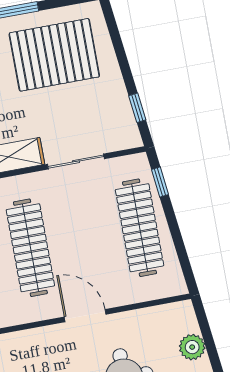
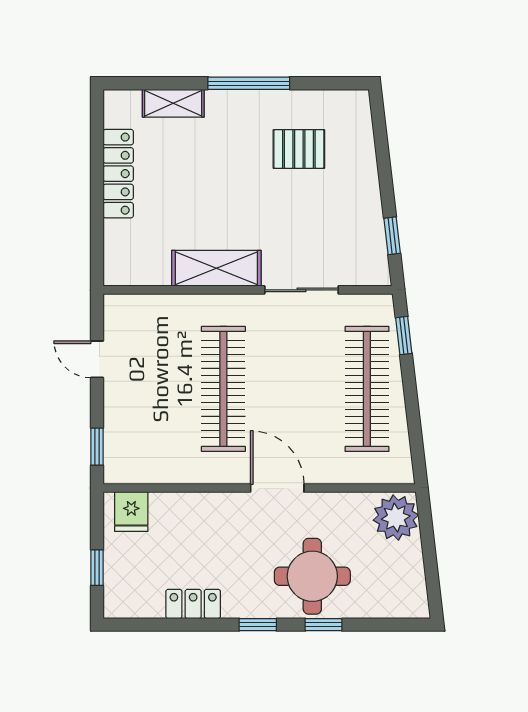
pallet: (54, 55) -> (299, 149), width x0.49, depth x0.50
plant: (192, 347) -> (396, 518), moved, width x1.36, depth x1.36

